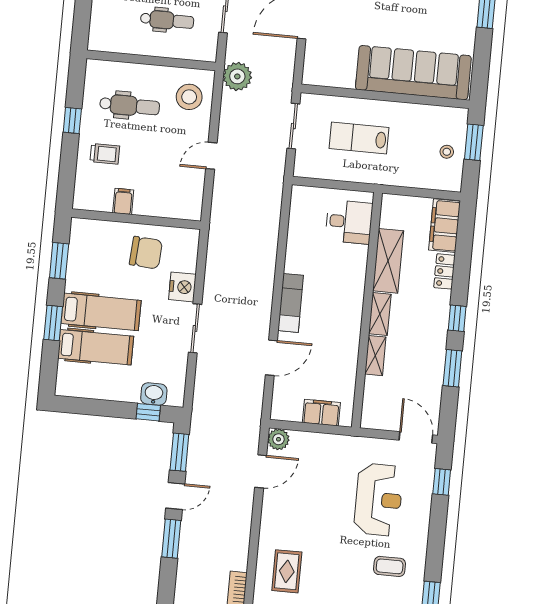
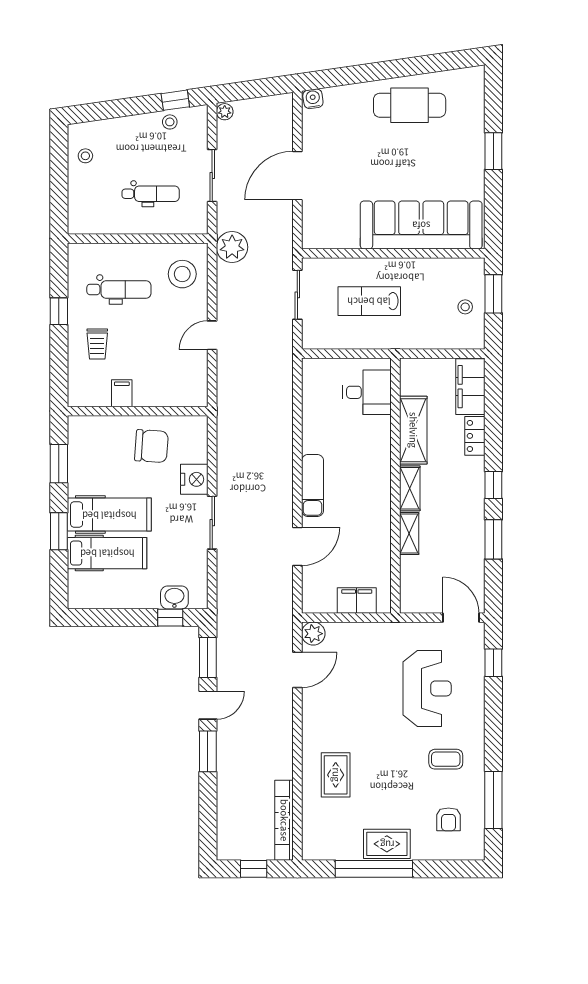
trolley: (105, 154) -> (97, 344), turned 90

